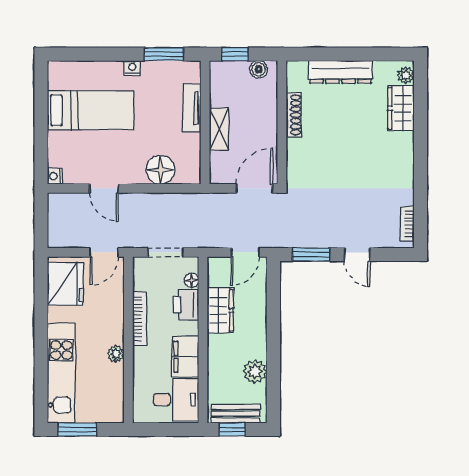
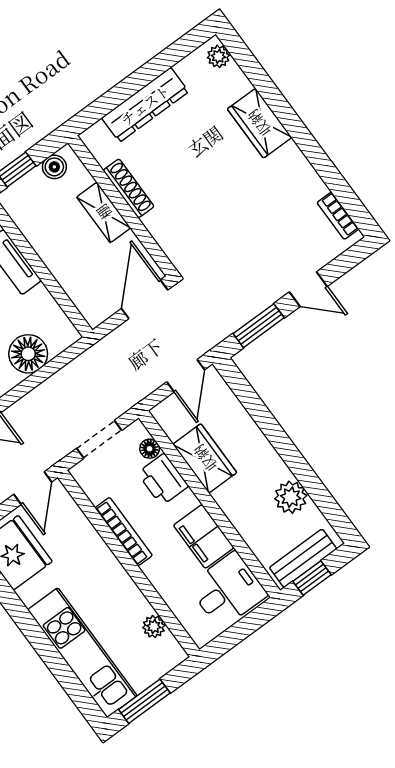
wardrobe: (401, 108) -> (259, 123), moved
shelving: (219, 129) -> (104, 212), moved
plant: (116, 354) -> (154, 627), moved

